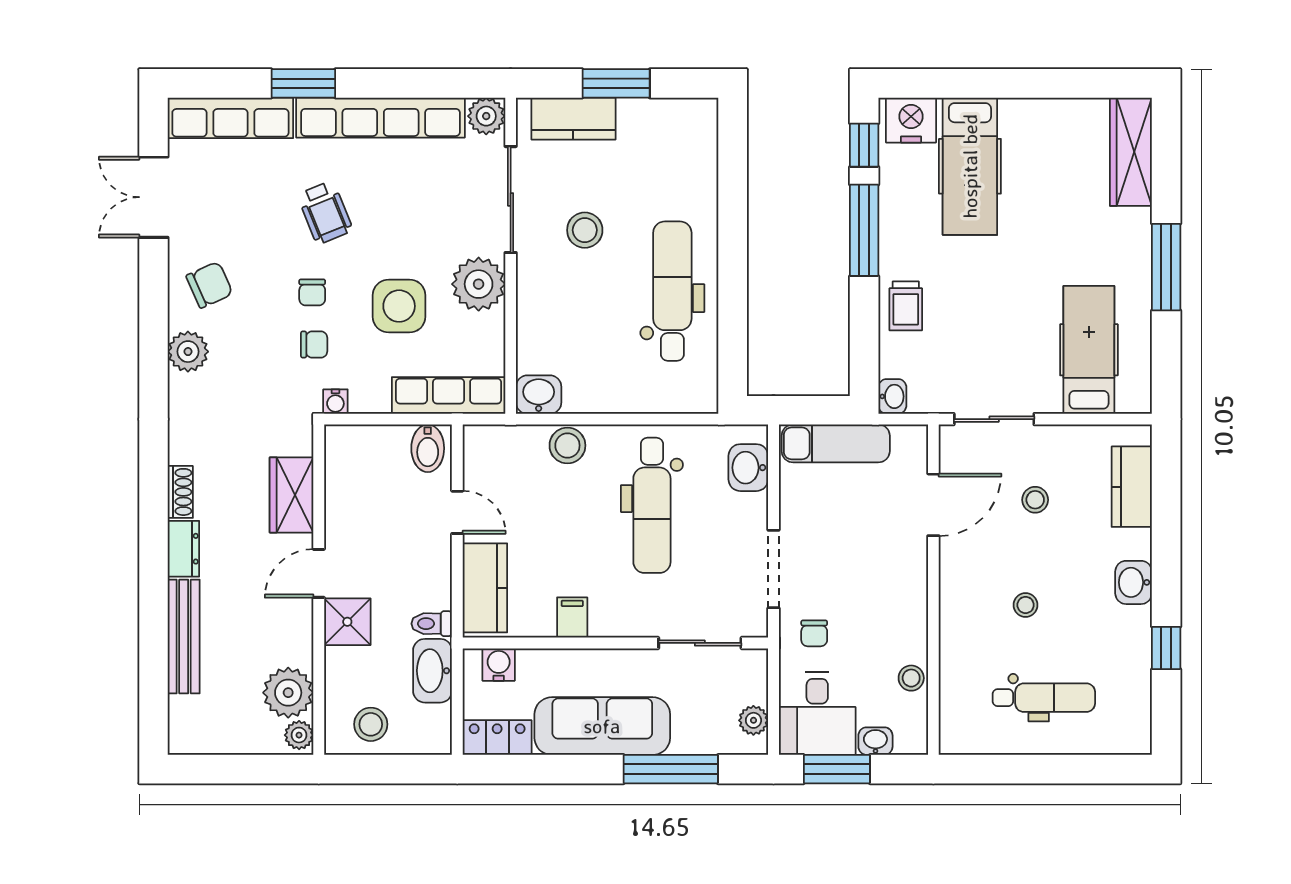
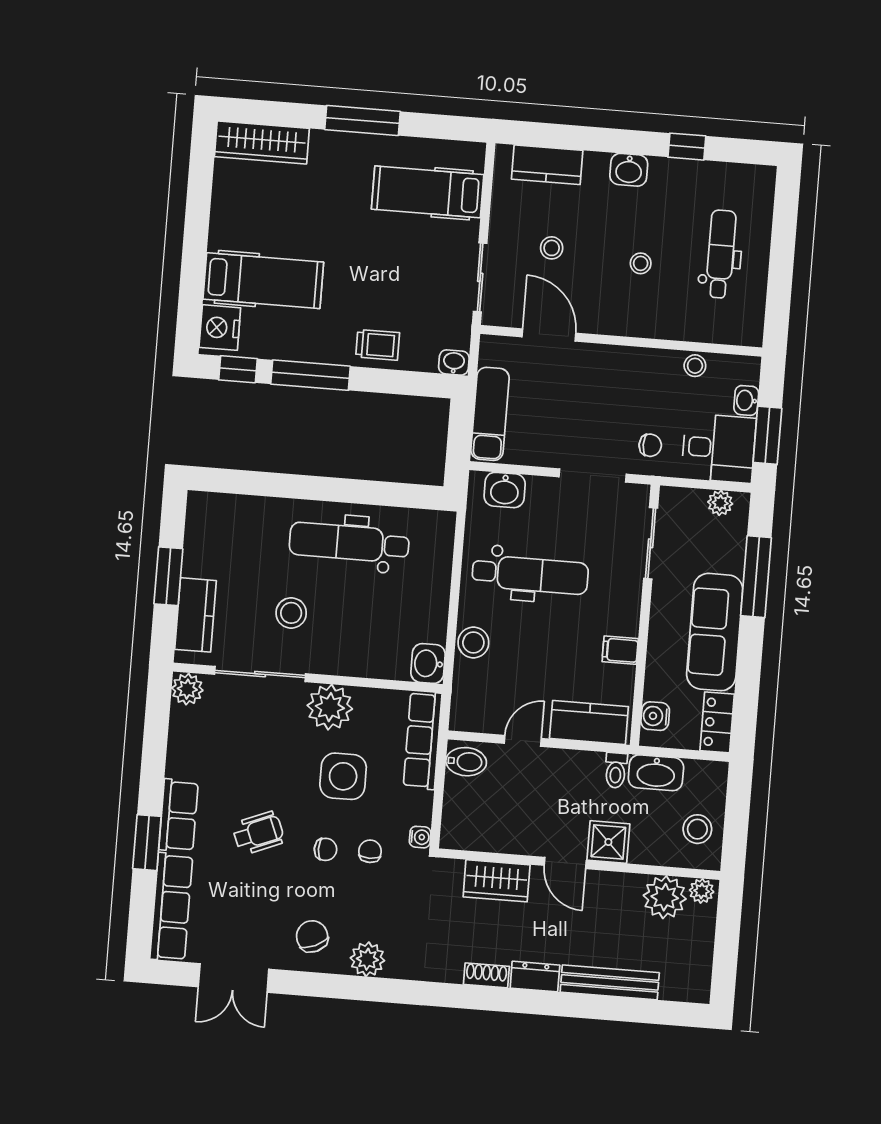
row of seats: (380, 118) -> (178, 815), width x0.50

